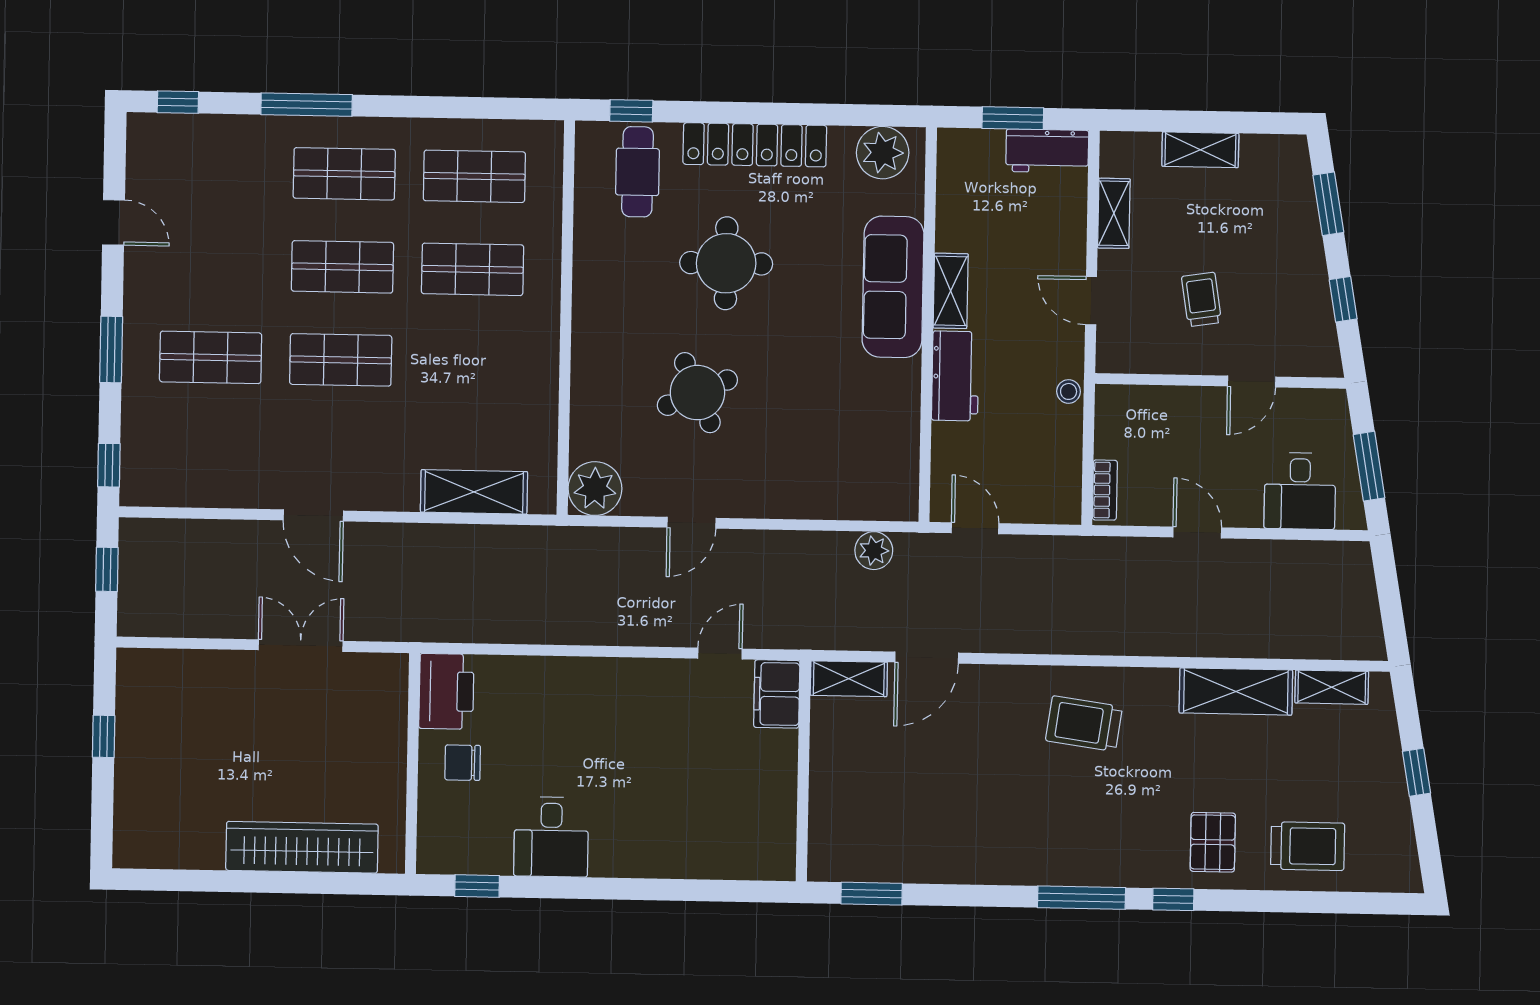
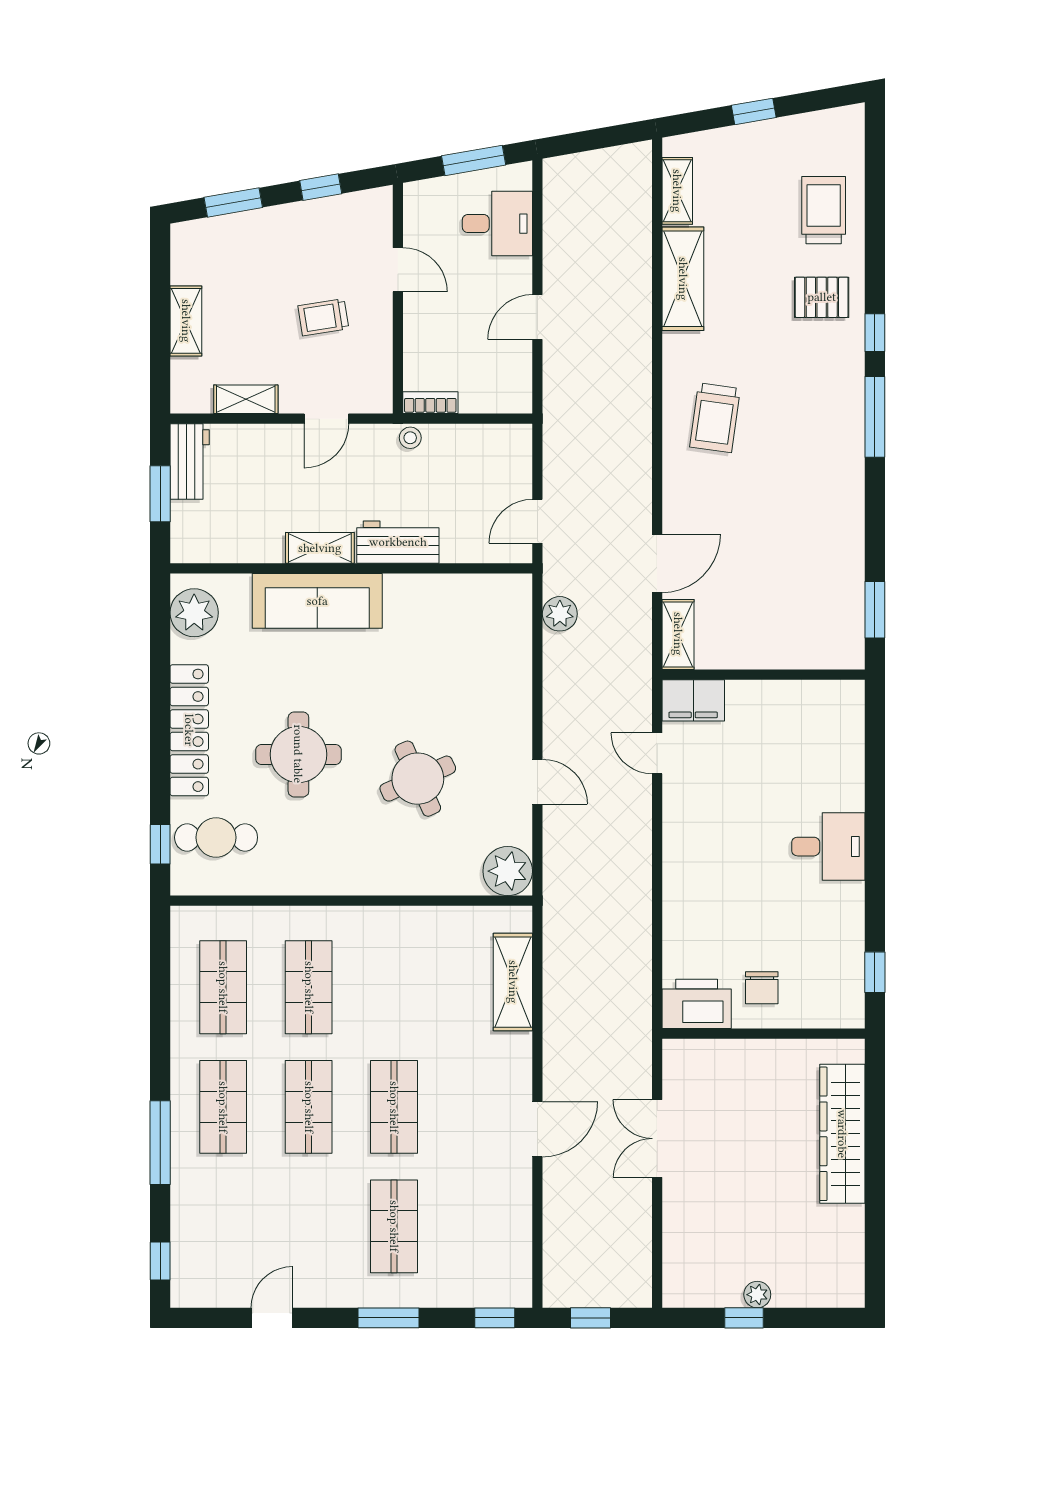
bookcase: (1105, 490) -> (430, 403), moved
door: (927, 658) -> (657, 563), hinge flipped
plant: (129, 751) -> (757, 1295), added
desk: (551, 837) -> (828, 847), moved

